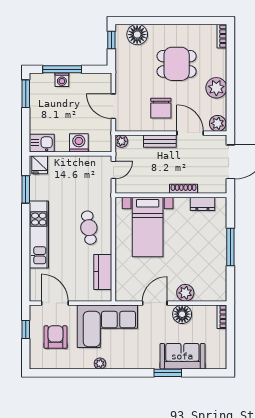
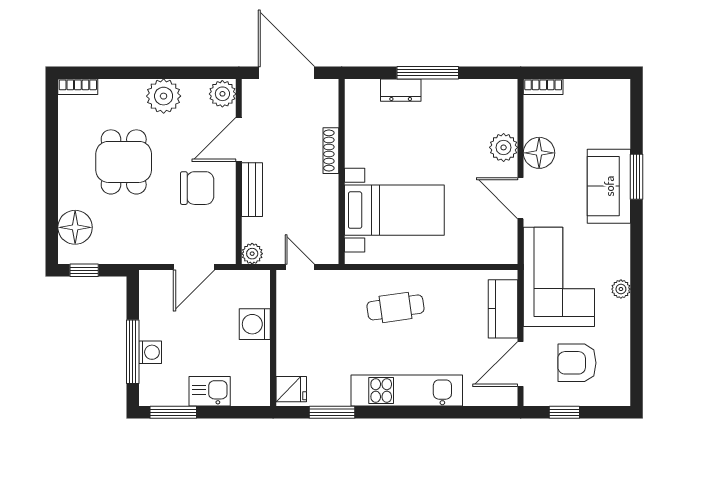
kitchen sink: (42, 143) -> (210, 391), moved, turned 90
dresser: (202, 204) -> (401, 90), moved, turned 90
kitchen counter: (103, 272) -> (503, 309), moved, turned 90
sofa: (182, 356) -> (609, 186), moved

